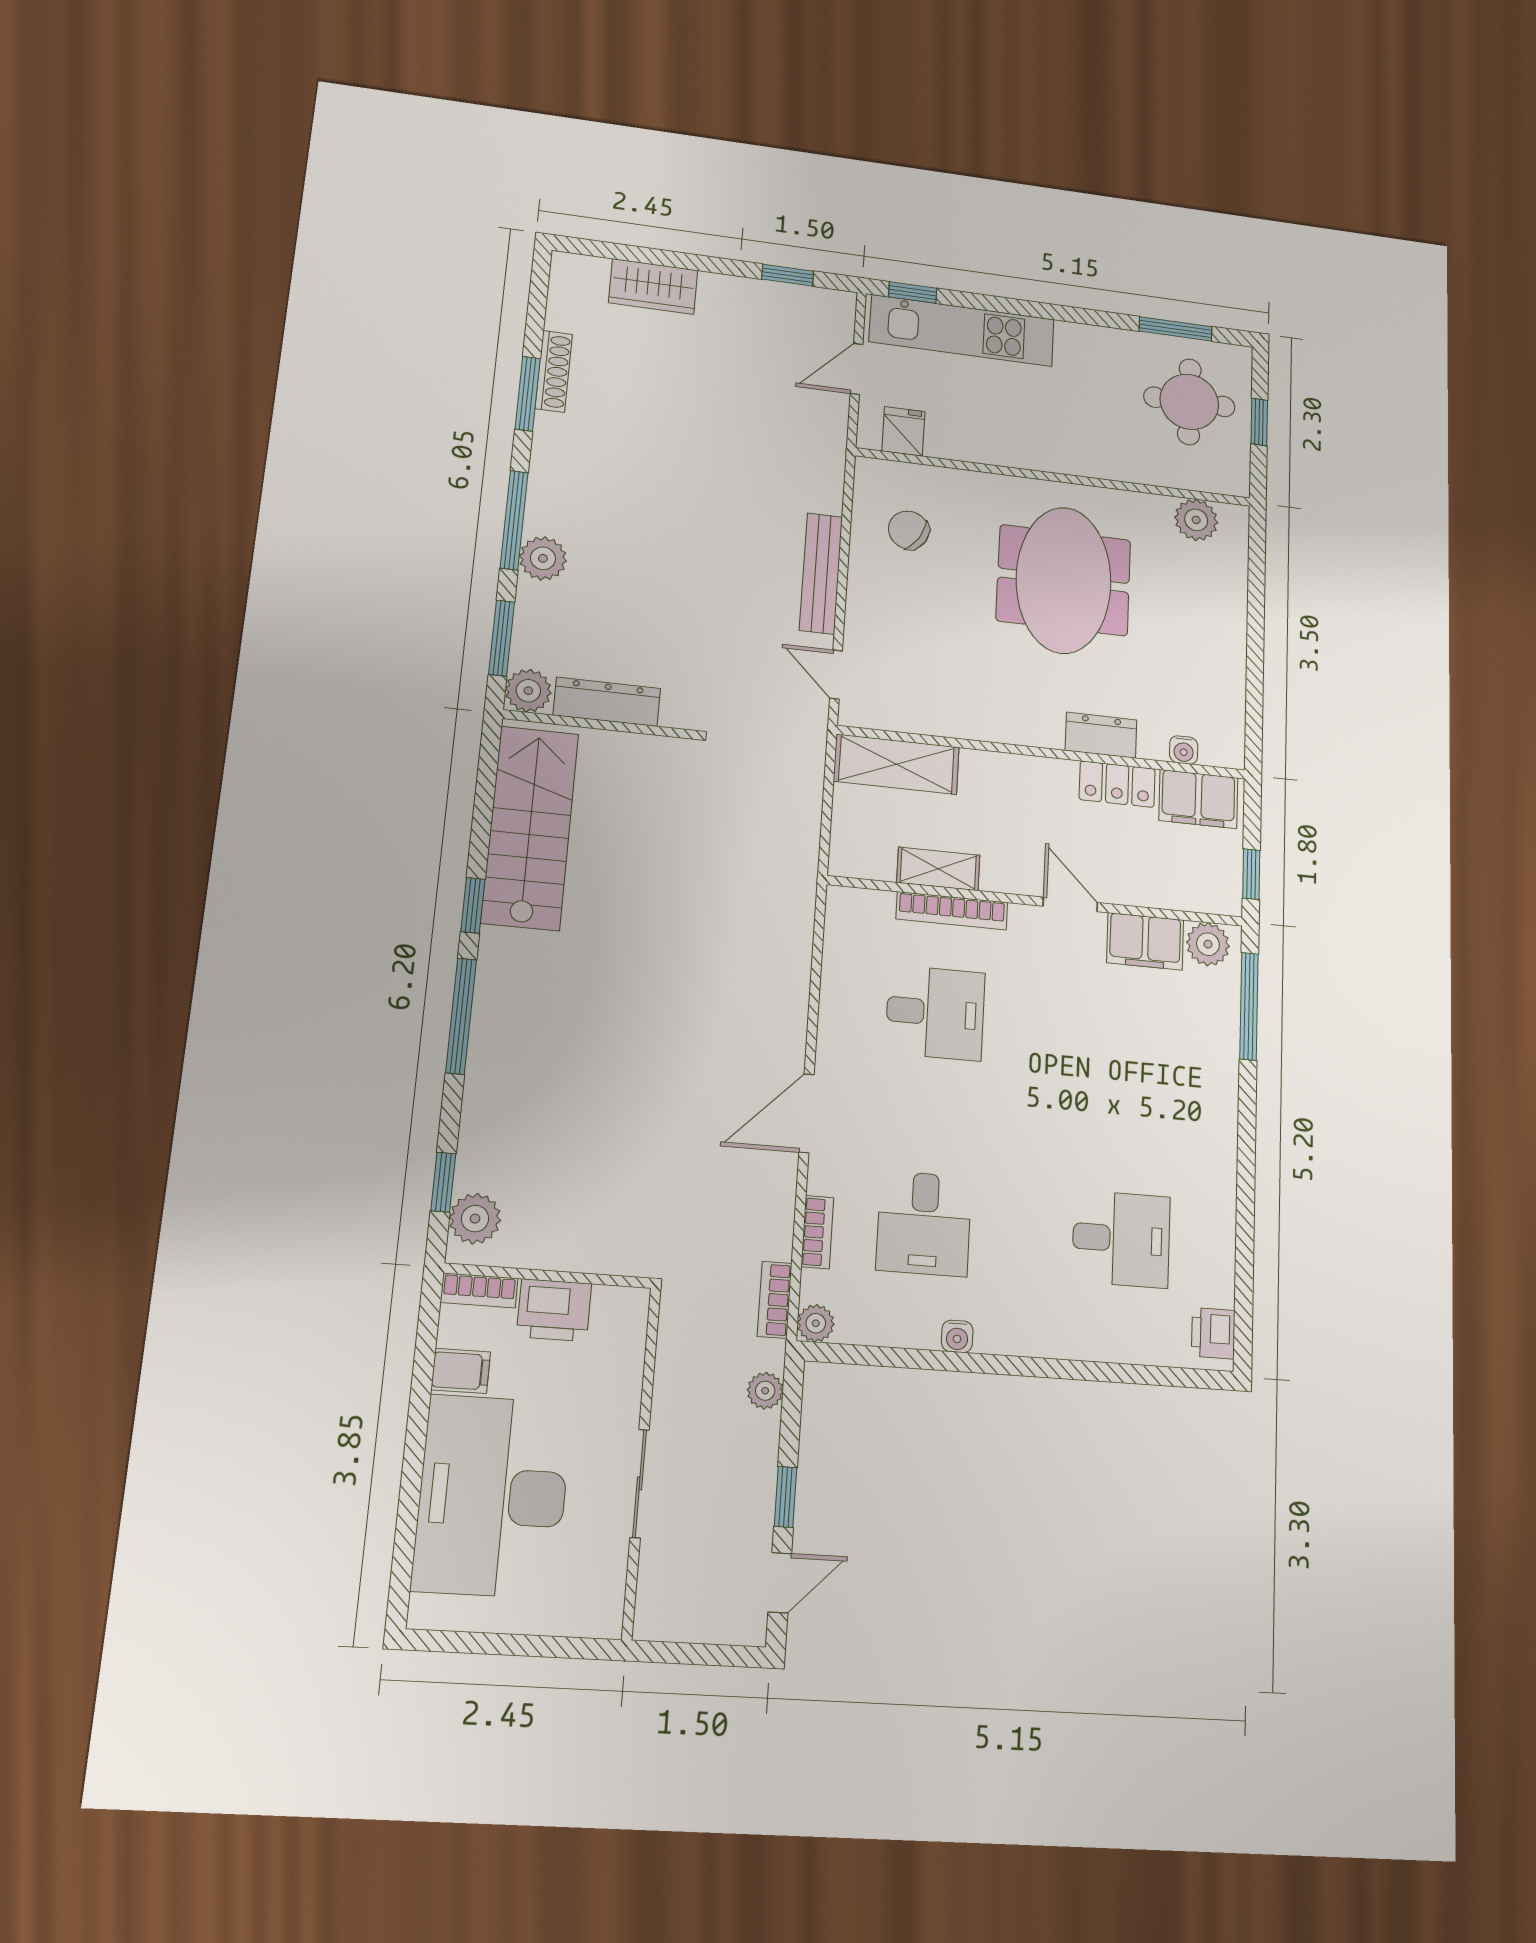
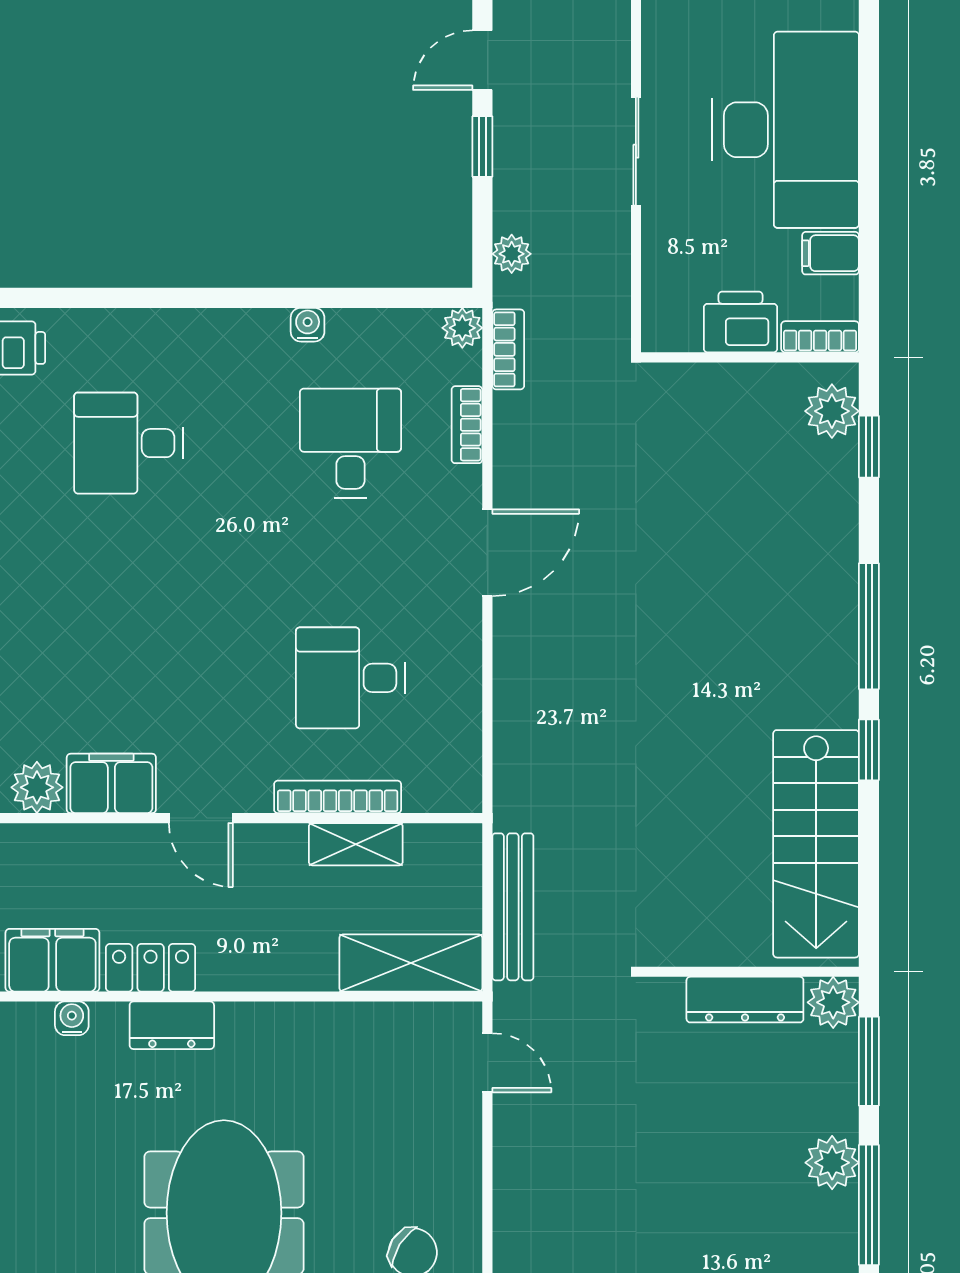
bench: (821, 573) -> (513, 907), moved

